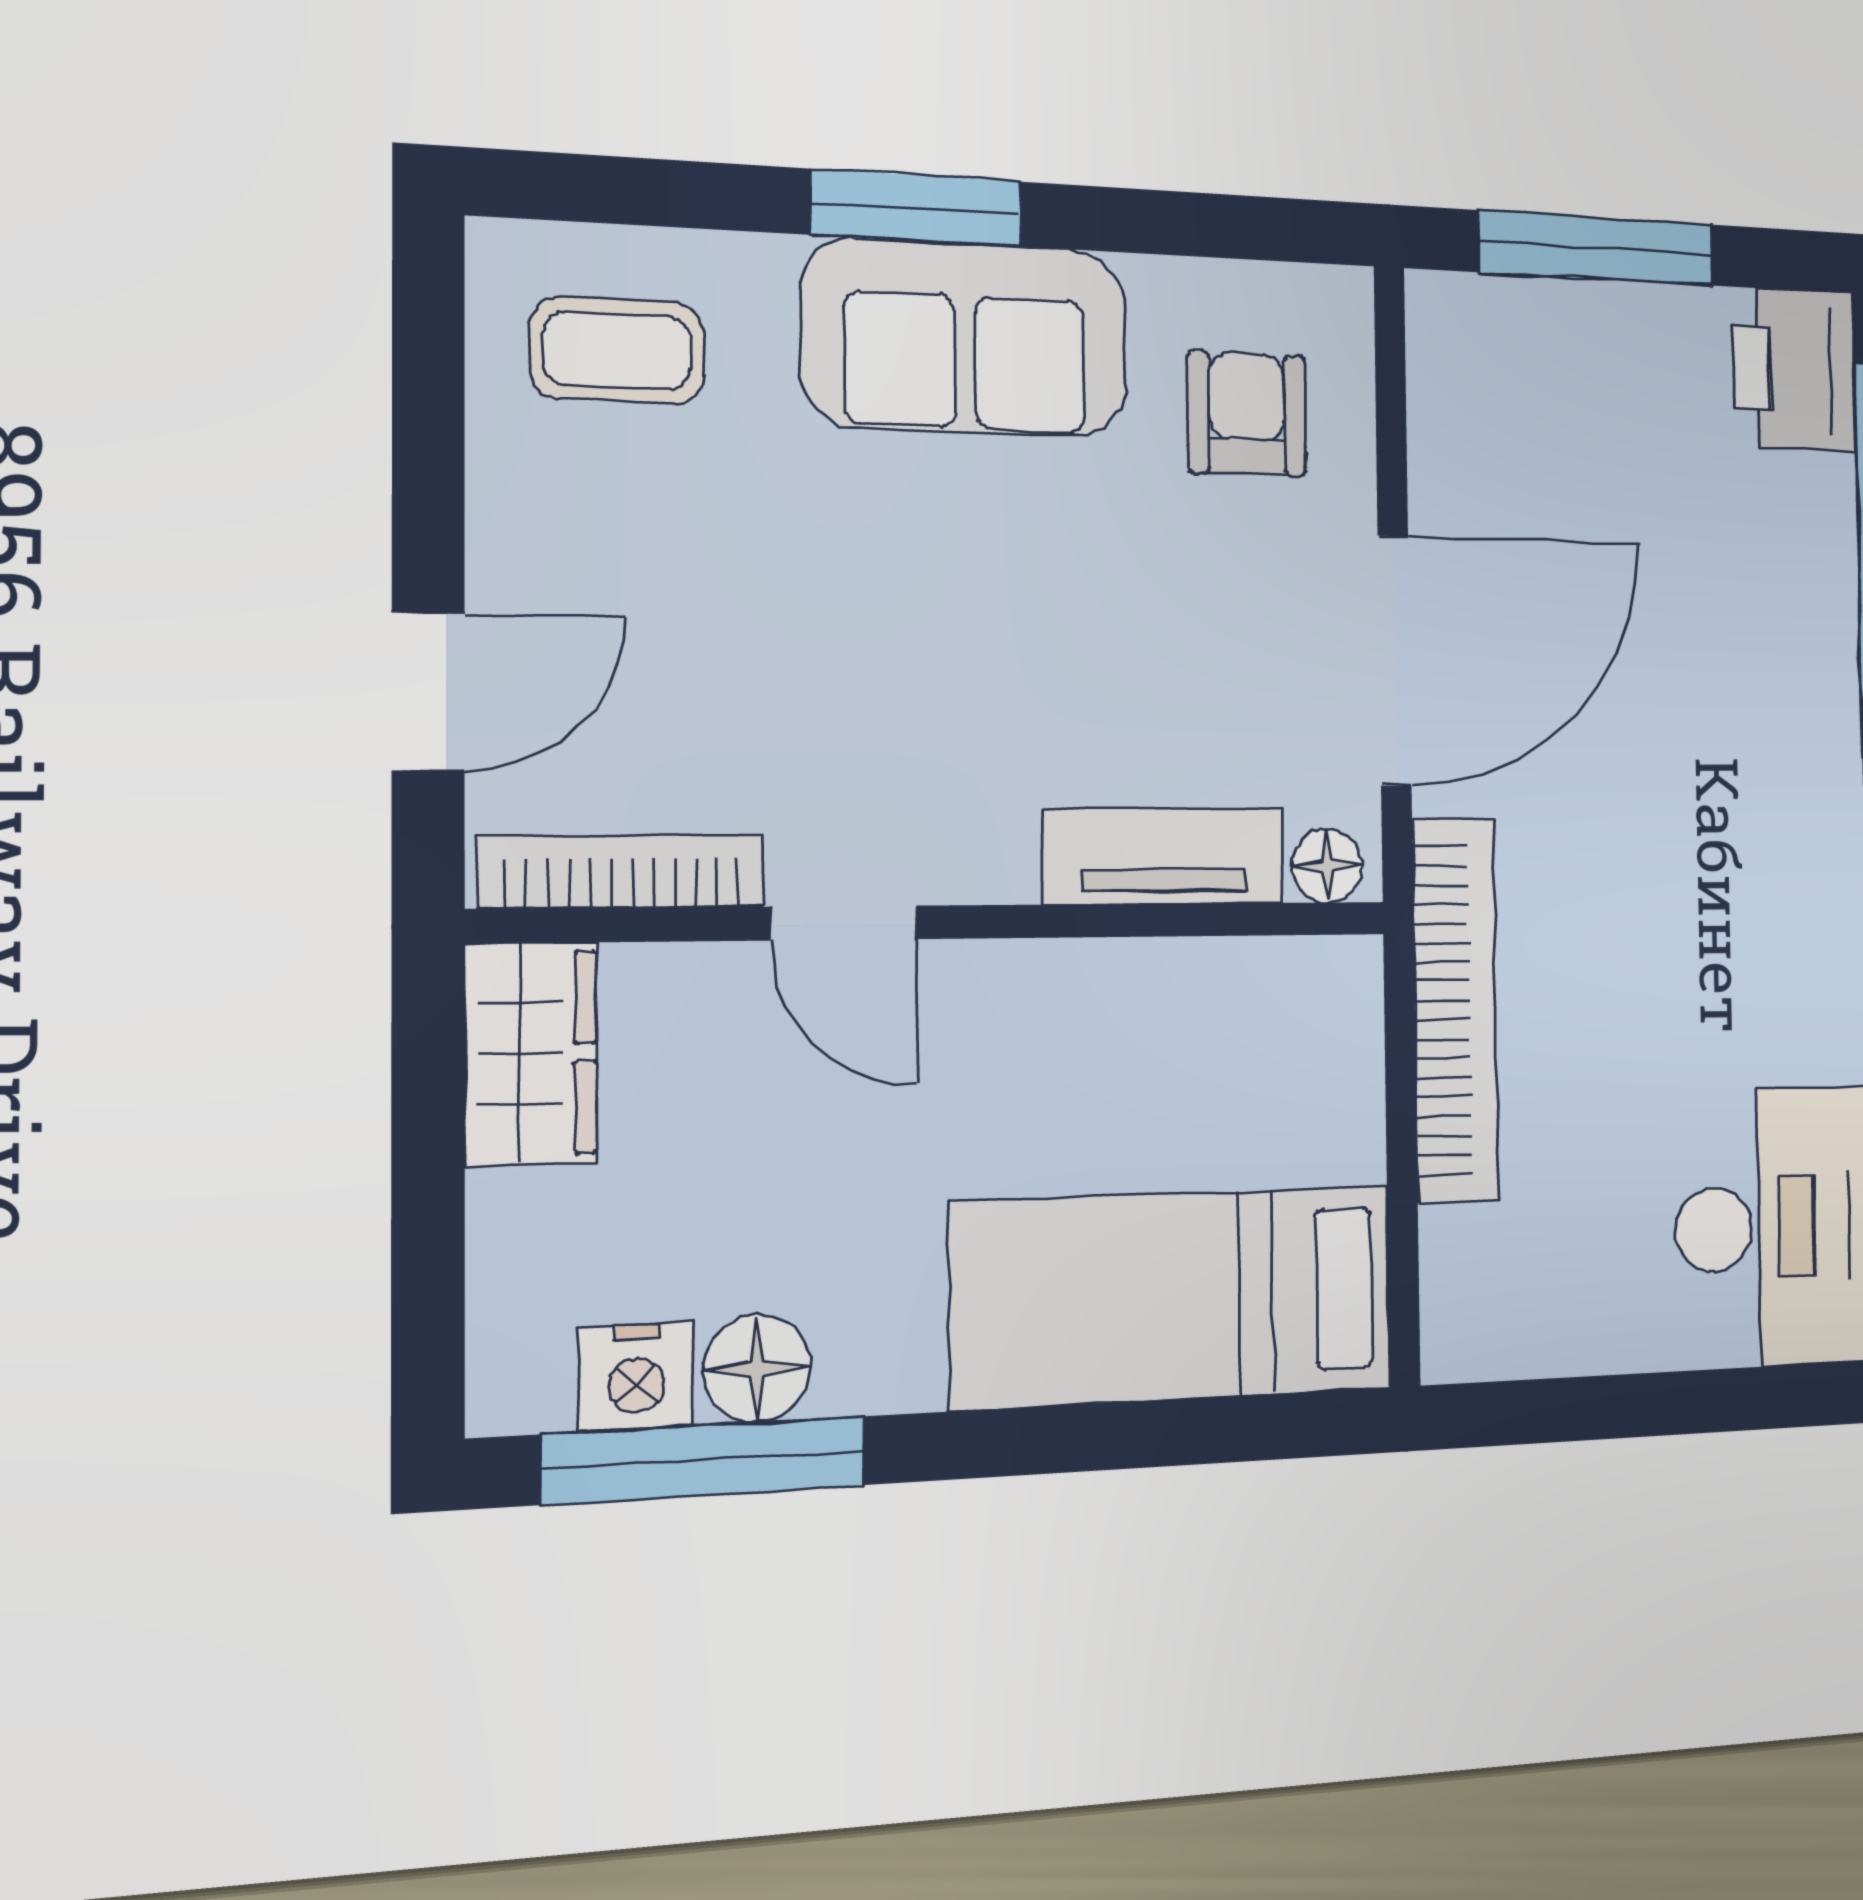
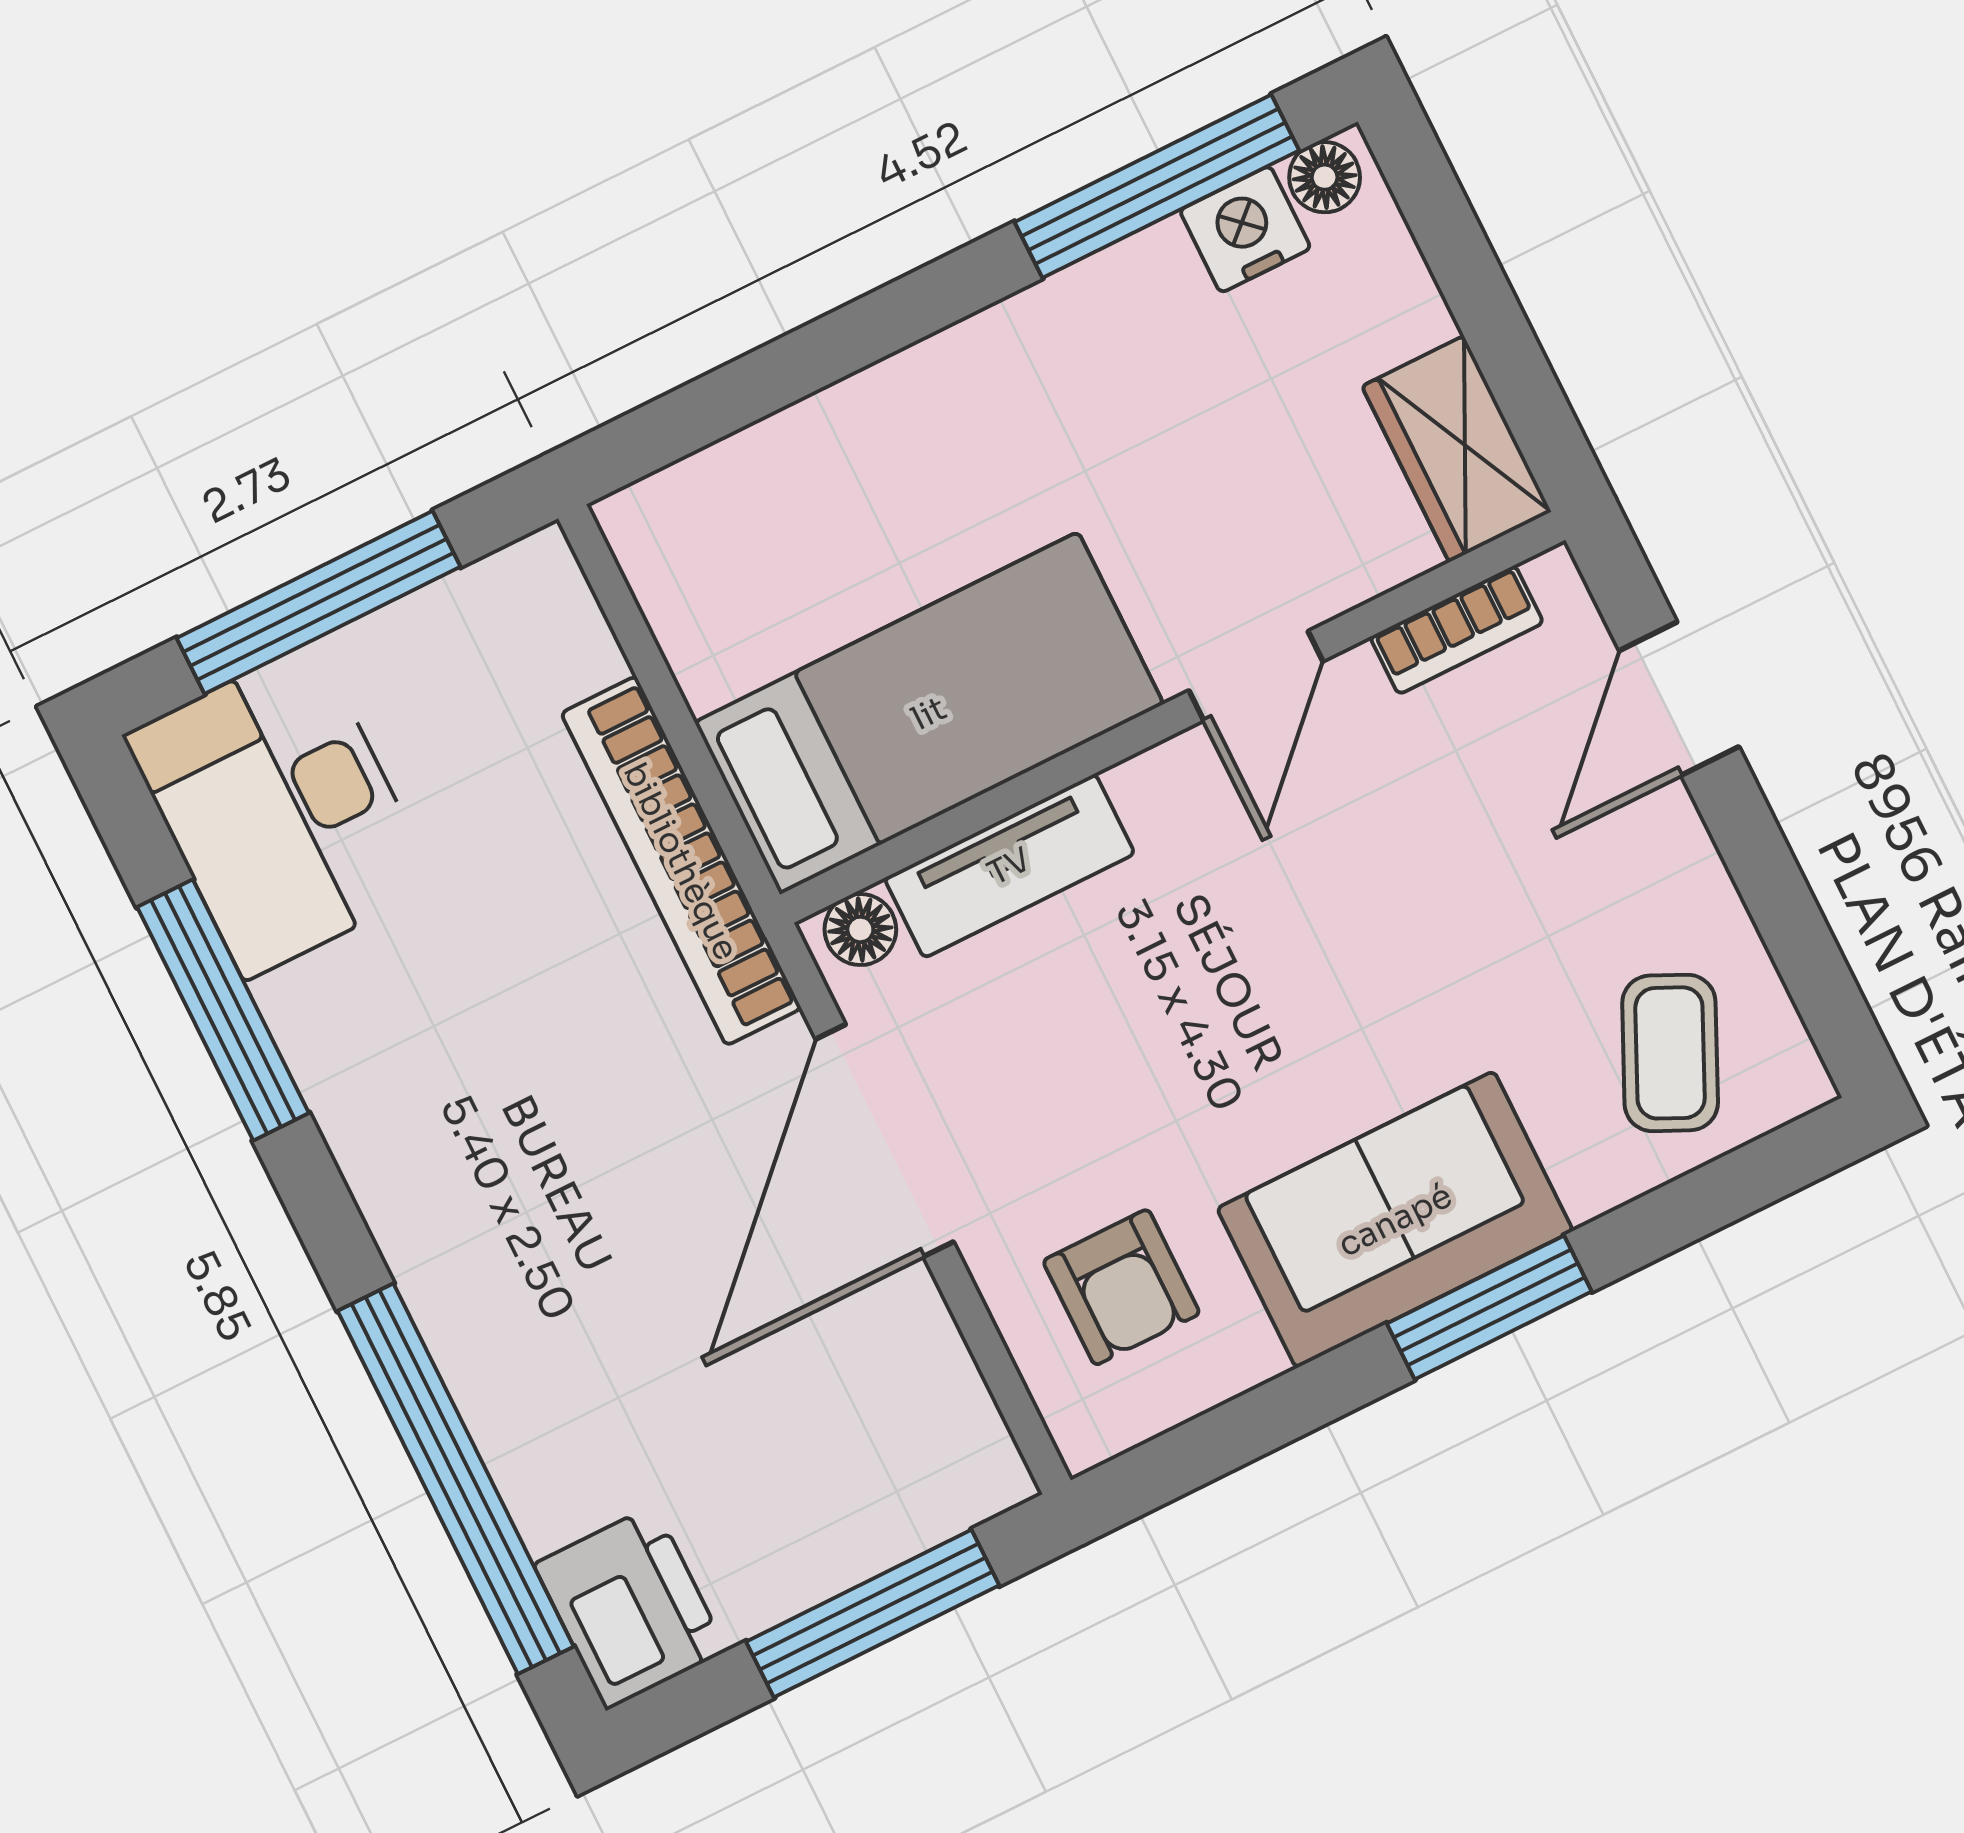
coffee table: (617, 351) -> (1670, 1053), turned -65
bookcase: (622, 872) -> (1457, 630), width x0.64
door: (844, 923) -> (1256, 676), swing flipped
bed: (1173, 1296) -> (929, 713), moved
floor lamp: (757, 1369) -> (1325, 177), moved, width x0.73, depth x0.73
window: (1661, 1404) -> (319, 602), added

